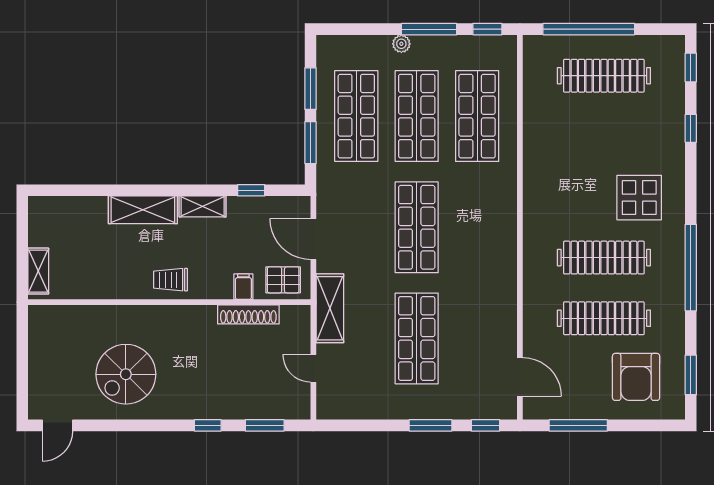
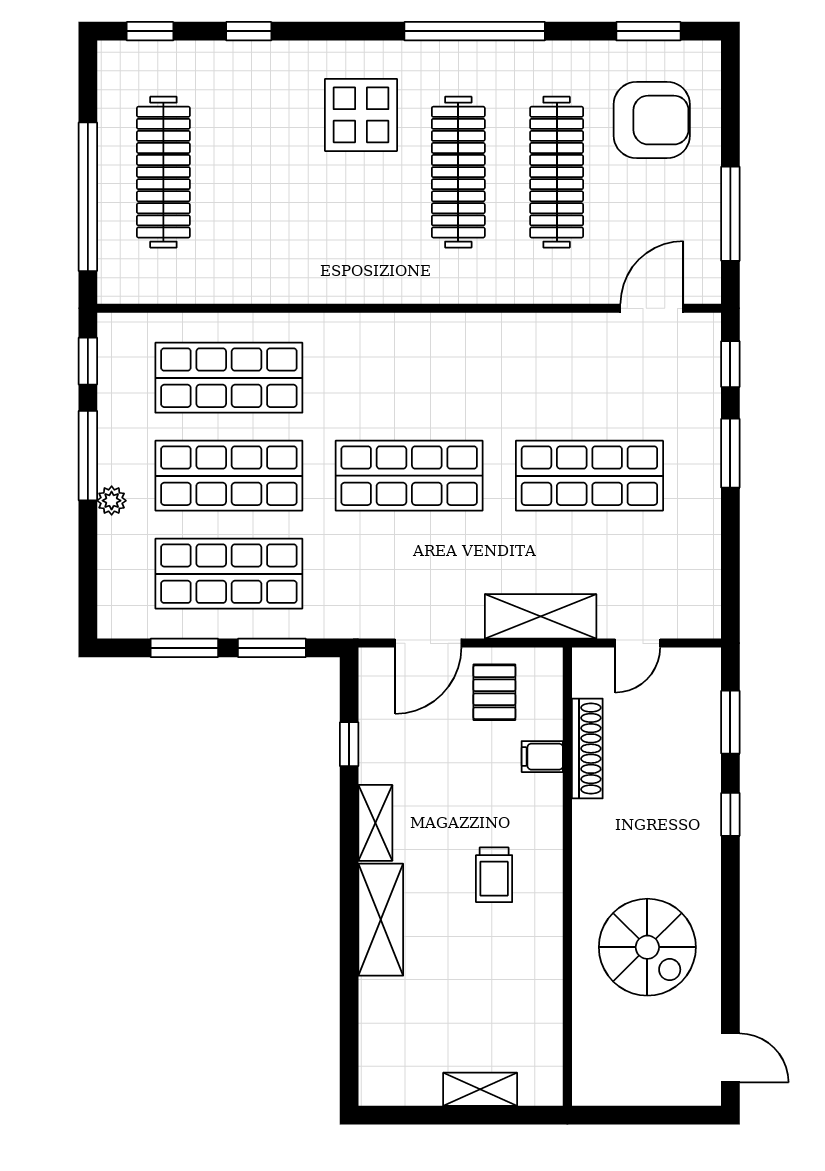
filing cabinet: (243, 287) -> (542, 757), moved
wall: (169, 302) -> (567, 877), moved
shoe rack: (248, 314) -> (587, 749), moved

